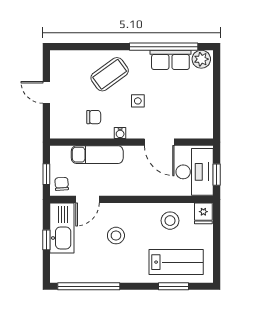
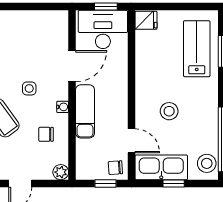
chair: (94, 117) -> (46, 134), turned -90
plant: (57, 131) -> (61, 172), added
exam couch: (97, 155) -> (85, 111), moved
stool: (170, 221) -> (207, 163), moved

